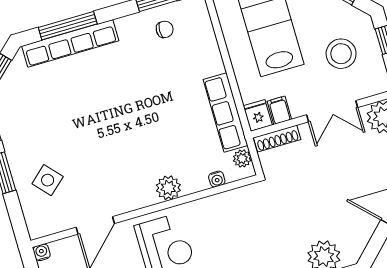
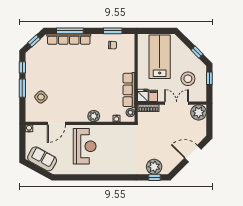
double door: (332, 111) -> (177, 103), swing flipped

